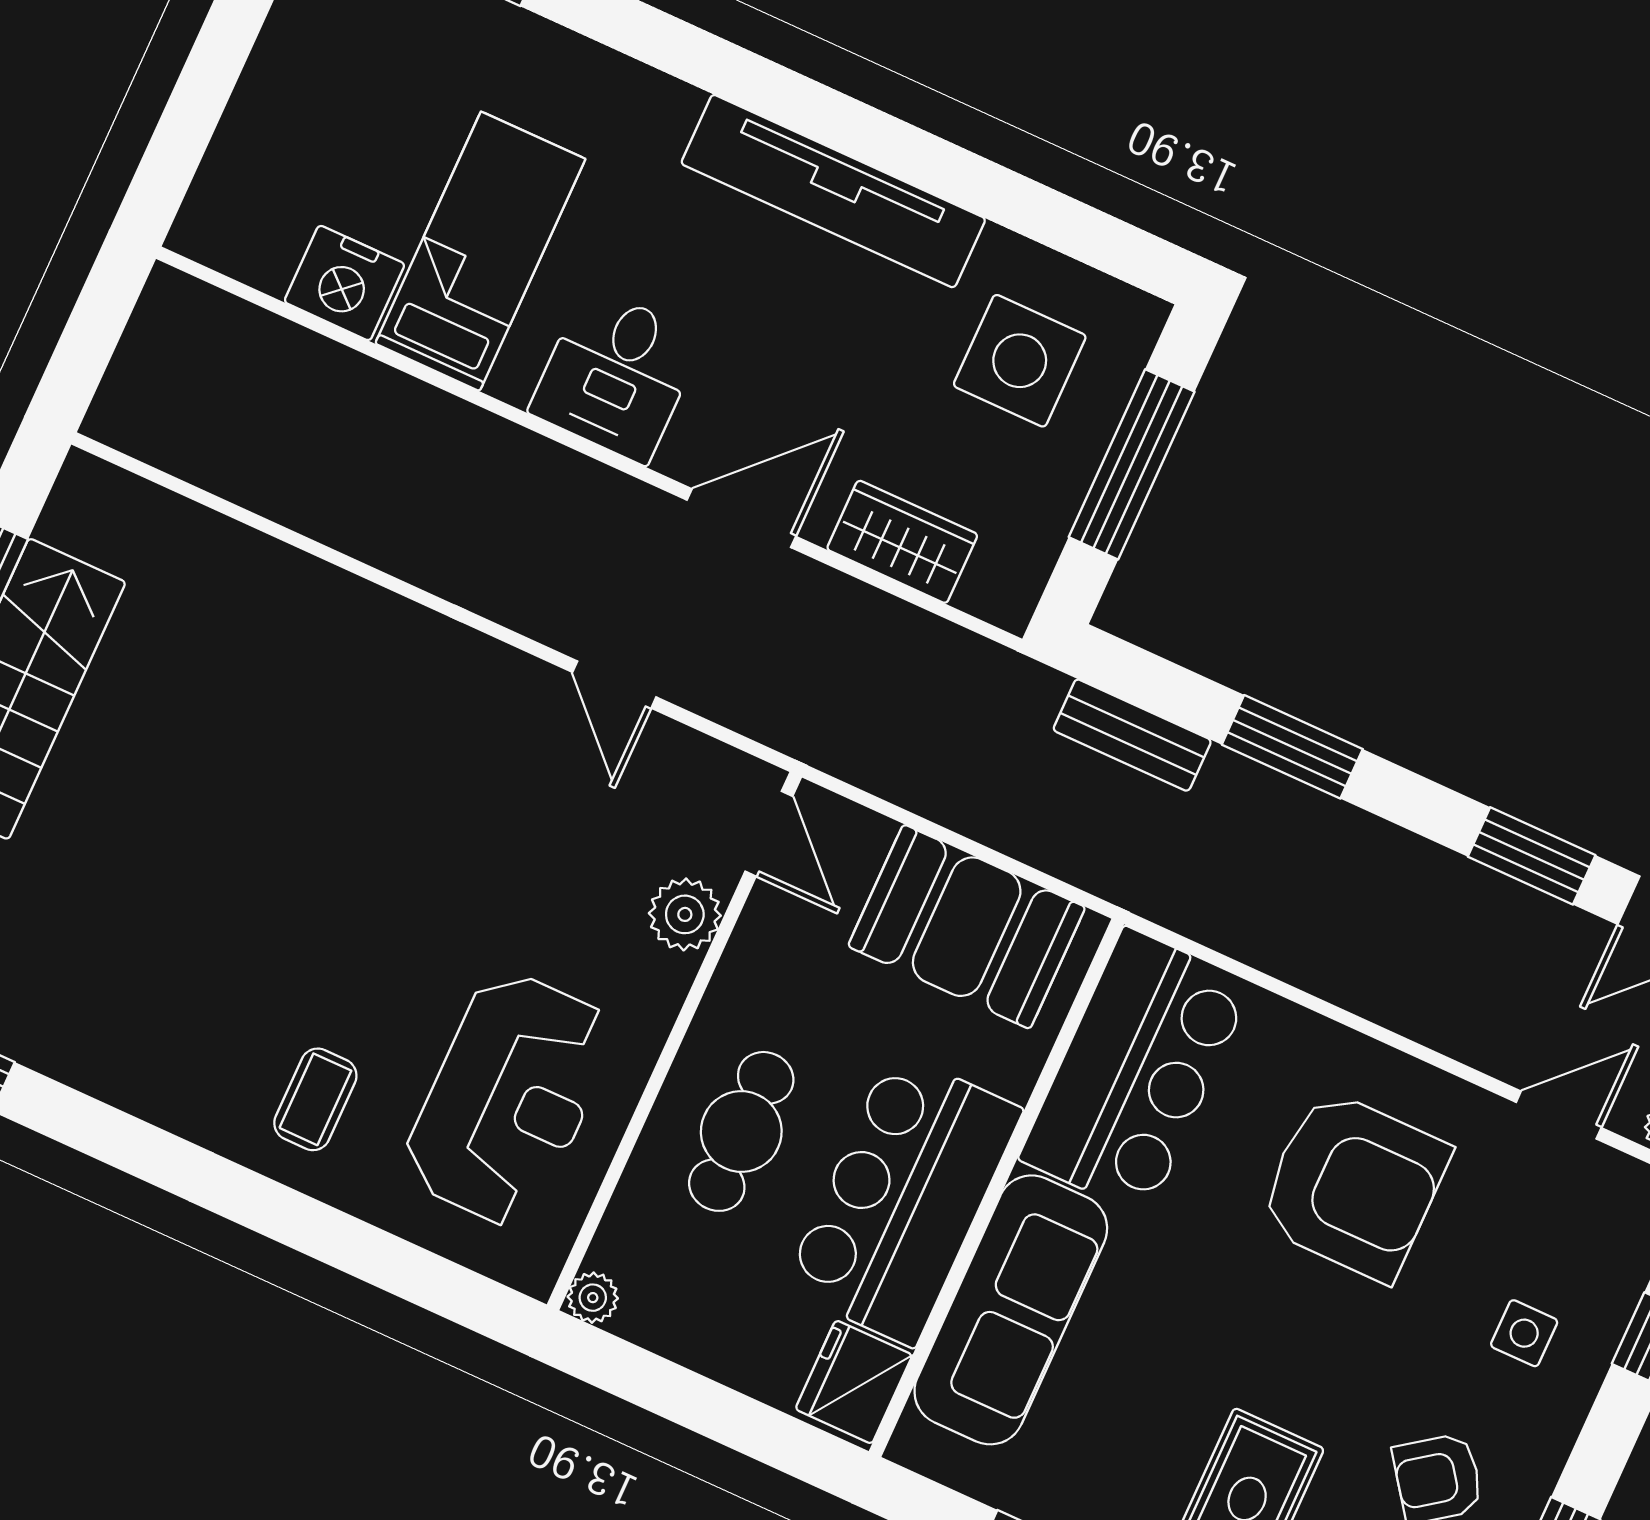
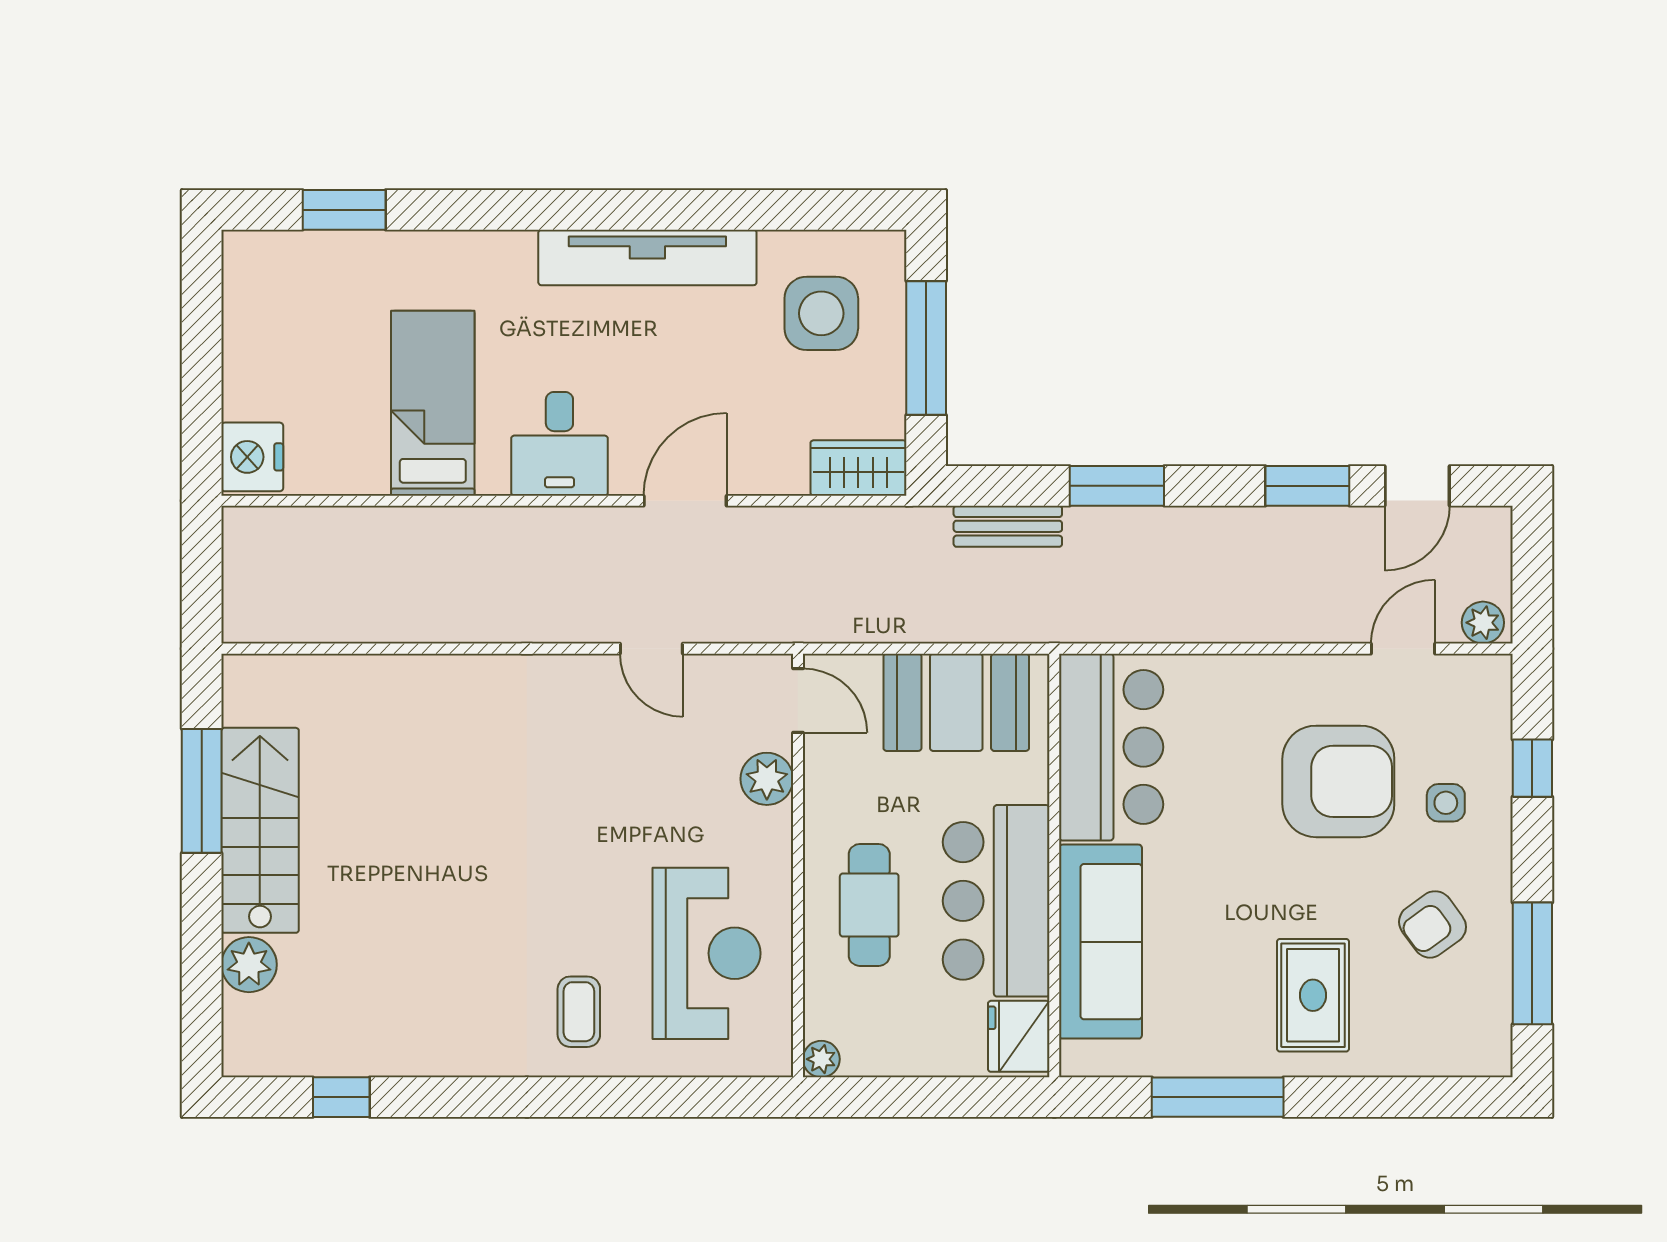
nightstand: (344, 283) -> (252, 457), moved, turned 90
wardrobe: (902, 542) -> (858, 468), moved
armchair: (1354, 1185) -> (1338, 781), moved

